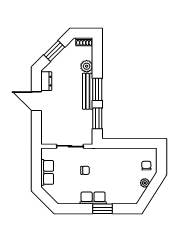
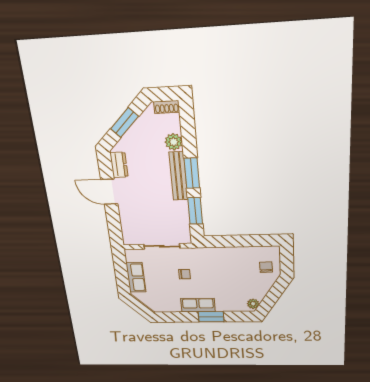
plant: (145, 183) -> (253, 304), moved

